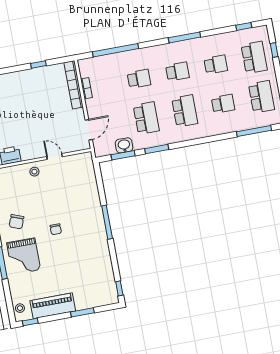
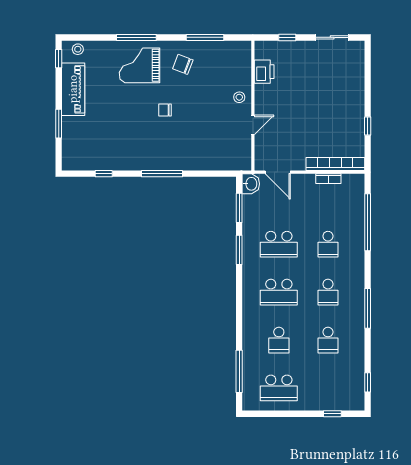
school desk: (254, 57) -> (328, 388), removed
washbasin: (124, 145) -> (251, 184), moved
window: (119, 288) -> (104, 174), moved

